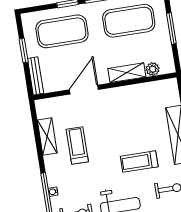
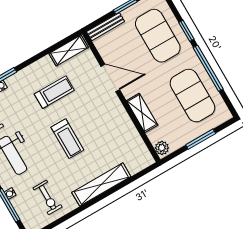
plant: (153, 69) -> (162, 148), moved
shelving: (47, 137) -> (69, 50), moved
treadmill: (139, 161) -> (67, 139), moved, turned 180

